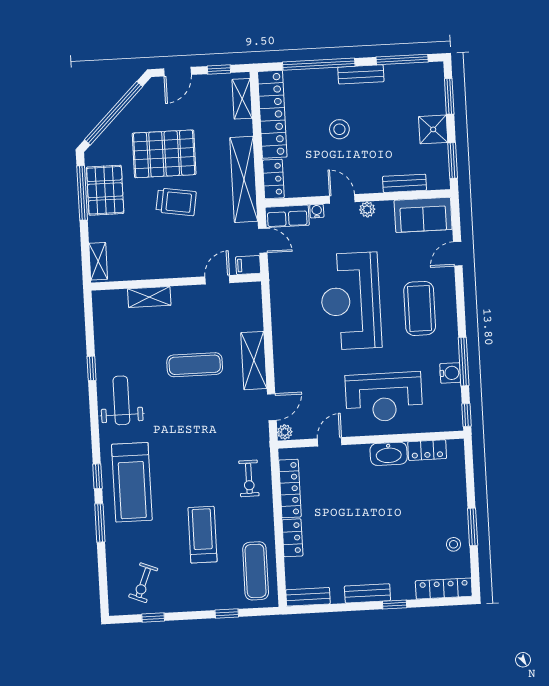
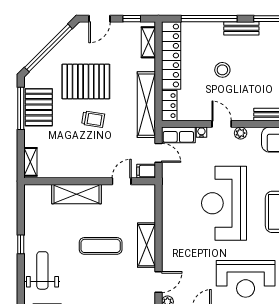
trolley: (176, 202) -> (93, 119), width x0.73, depth x0.72
shelving: (149, 297) -> (77, 194), width x1.50, depth x1.33

